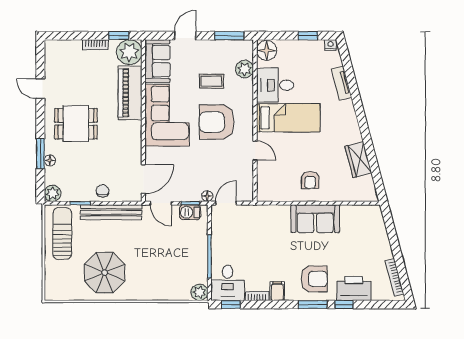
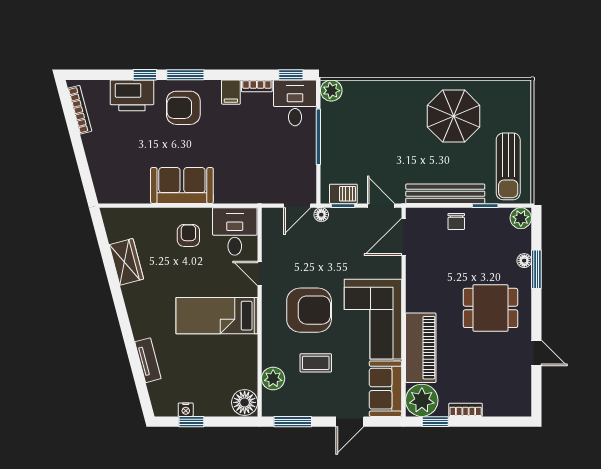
nightstand: (330, 45) -> (186, 410), moved
desk: (275, 85) -> (235, 231), moved, turned -90

